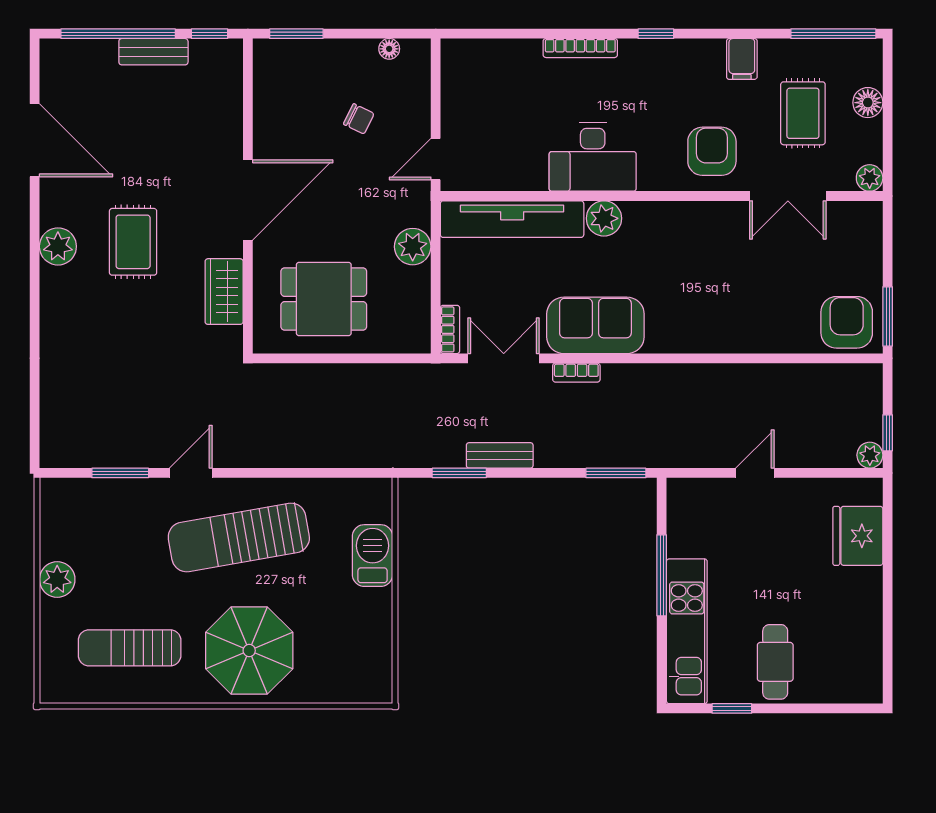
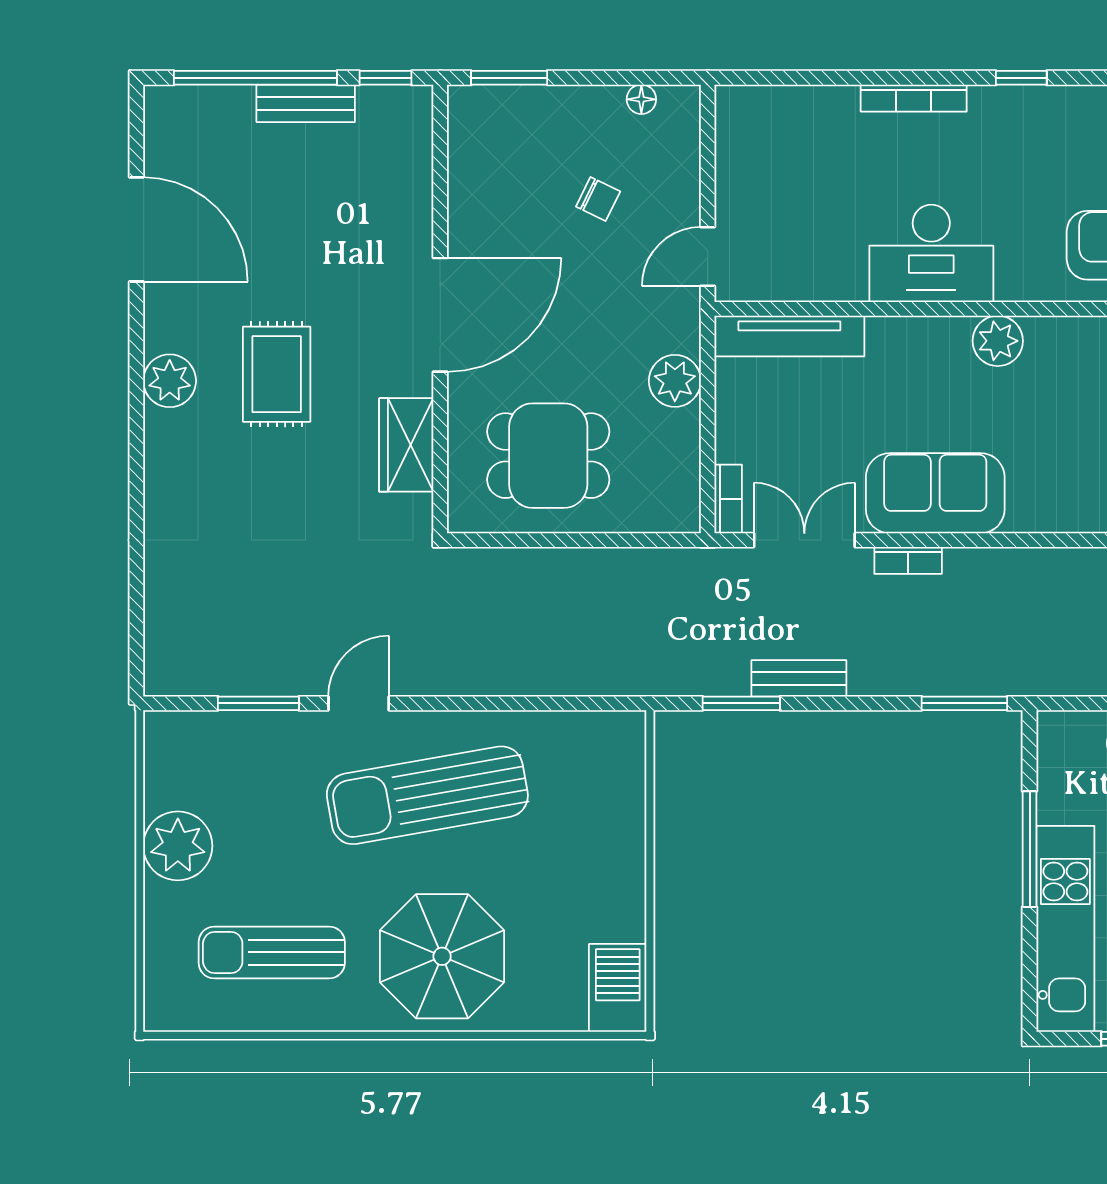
plant: (604, 218) -> (998, 341), moved
tv unit: (512, 219) -> (789, 336), width x0.73, depth x0.78
barbecue: (373, 556) -> (618, 988), moved
plant: (57, 579) -> (178, 846), width x1.36, depth x1.36

